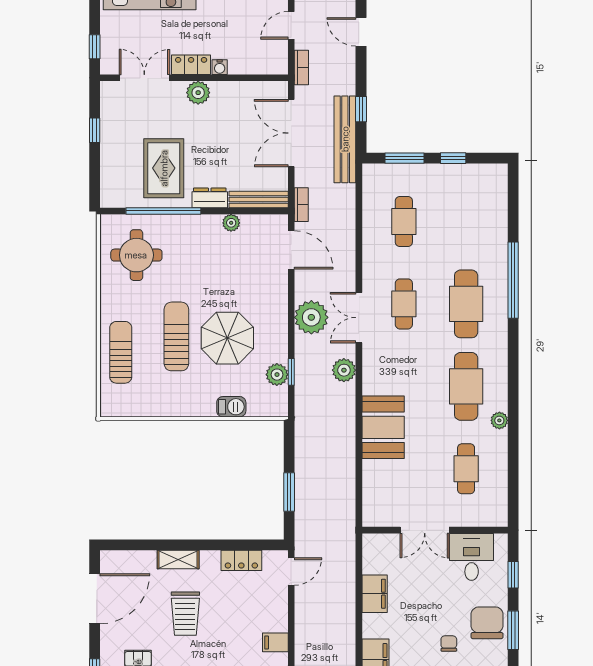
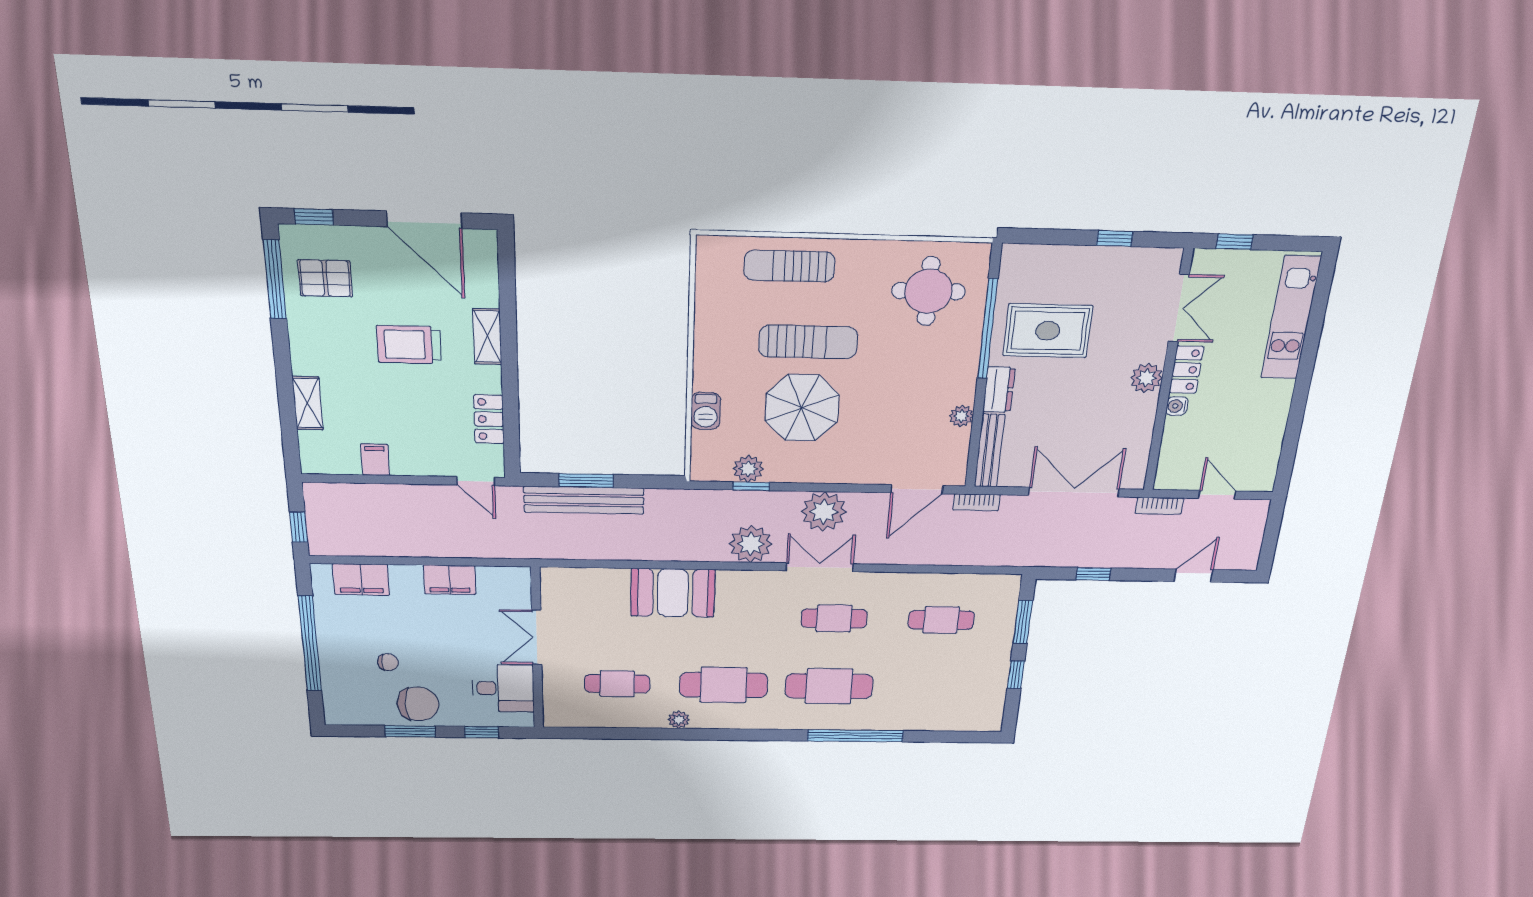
bench: (345, 139) -> (584, 500), moved
sun lounger: (121, 352) -> (789, 266), turned 180
plant: (344, 370) -> (751, 544), width x1.36, depth x1.36

